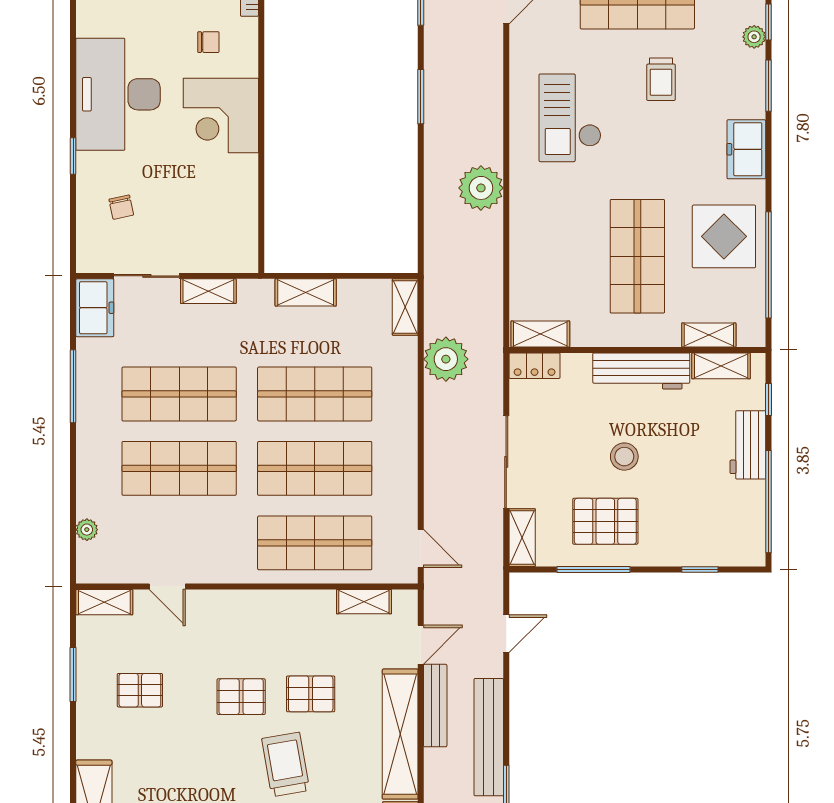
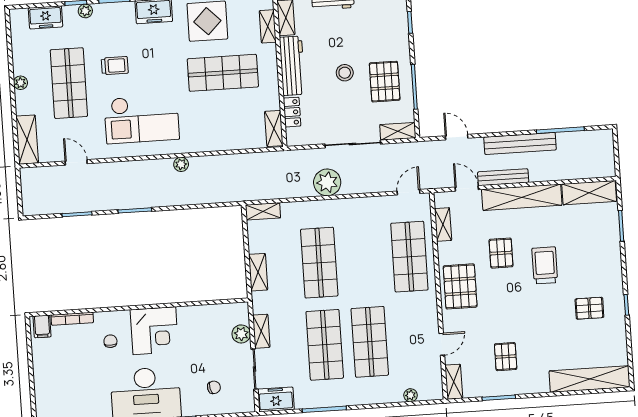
checkout: (570, 118) -> (142, 119), width x1.36, depth x1.21
plant: (481, 188) -> (181, 164), width x0.53, depth x0.53
plant: (206, 258) -> (241, 334), added
plant: (446, 359) -> (327, 182), moved
locker: (535, 366) -> (292, 112), moved
shop shelf: (315, 468) -> (364, 260), removed
pallet: (241, 697) -> (460, 286), moved, width x1.50, depth x1.42
trolley: (286, 764) -> (545, 265), turned 100

